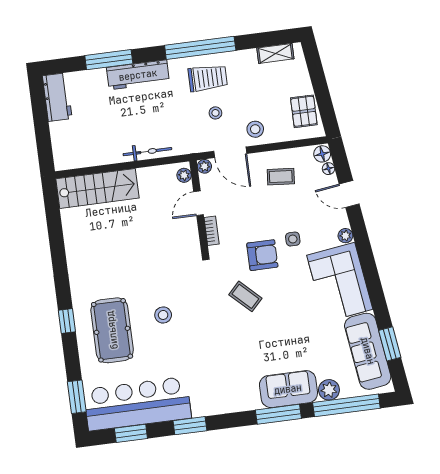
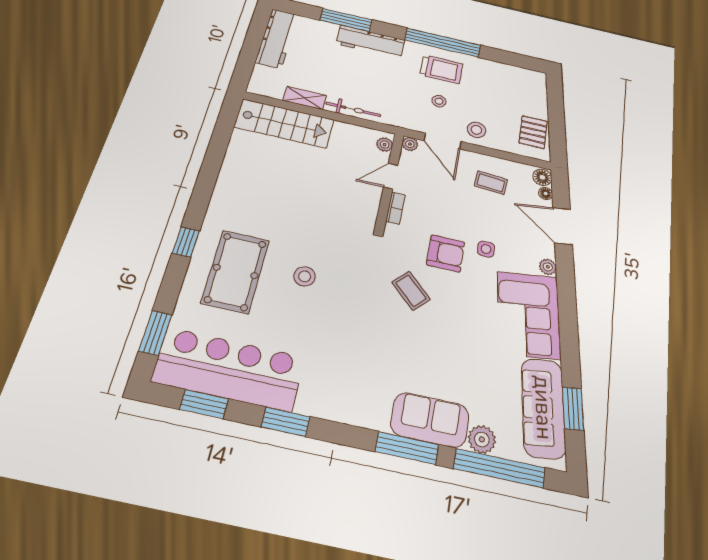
shelving: (275, 53) -> (305, 98), moved
workbench: (57, 97) -> (277, 38), width x1.38
door: (349, 194) -> (563, 226), width x1.37

